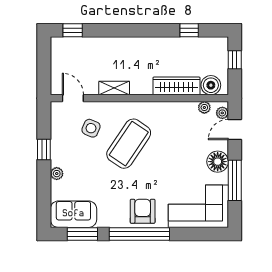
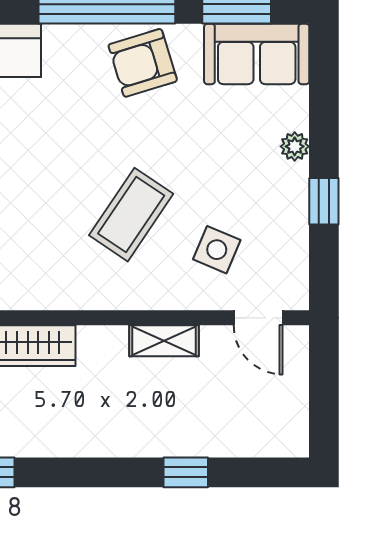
window: (73, 30) -> (186, 472), moved
coffee table: (129, 144) -> (131, 215), width x0.73, depth x0.76
armchair: (143, 211) -> (143, 63), moved, turned 73

